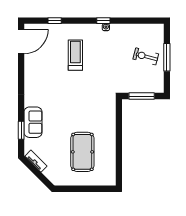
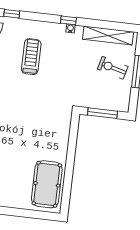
shelving: (139, 29) -> (108, 35), added
pool table: (82, 152) -> (47, 184), moved

